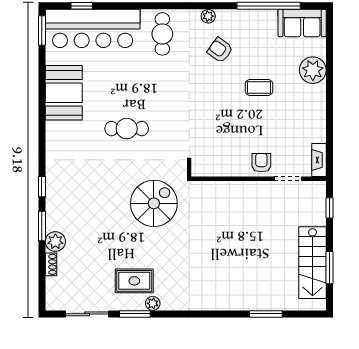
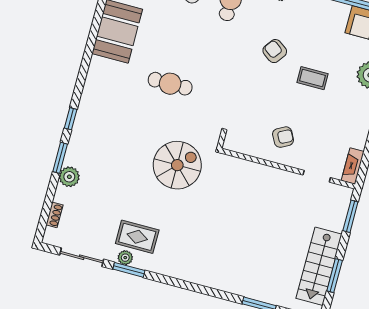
armchair: (220, 50) -> (275, 51), moved
armchair: (261, 163) -> (283, 137), moved, turned 62
window: (330, 208) -> (350, 216), width x1.50
shoe rack: (51, 264) -> (54, 215), moved
plant: (153, 303) -> (125, 258), moved

